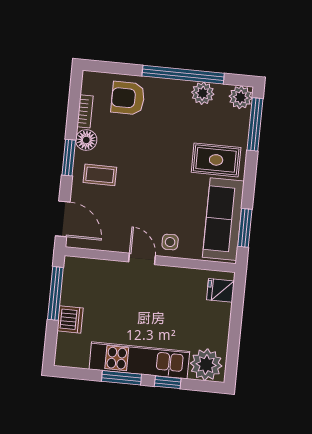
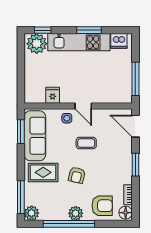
plant: (203, 93) -> (76, 213), moved
floor lamp: (86, 140) -> (126, 213), moved
armchair: (163, 150) -> (77, 175), added
coffee table: (100, 175) -> (86, 143), moved
fridge: (221, 290) -> (53, 95), moved, turned -90
dishwasher: (70, 319) -> (119, 41), moved, turned -90
window: (168, 382) -> (43, 30), moved

